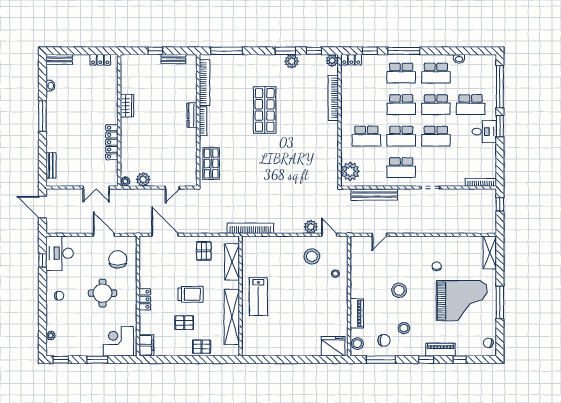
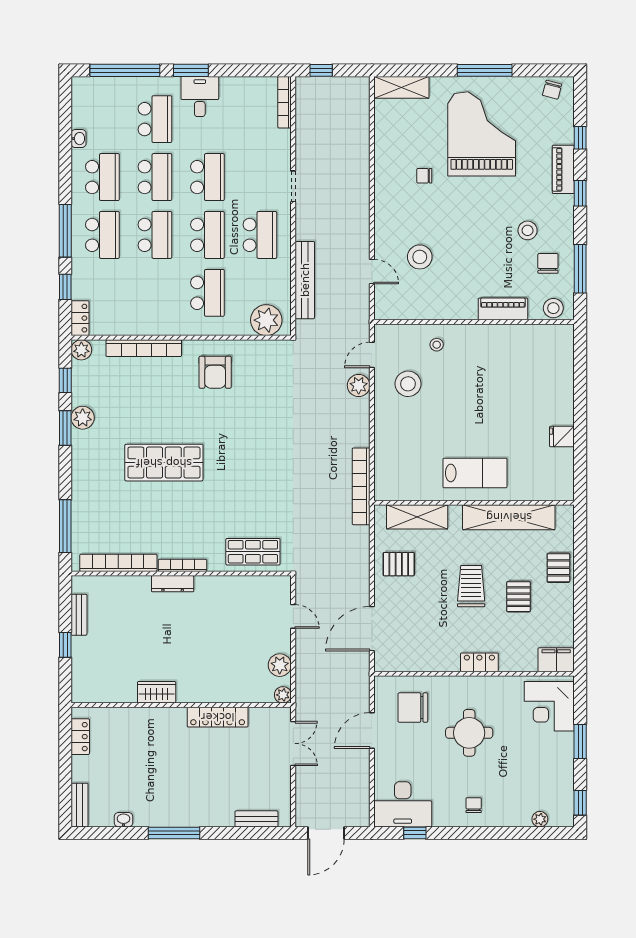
armchair: (319, 141) -> (215, 372), added
stool: (399, 290) -> (420, 257), moved
fridge: (333, 346) -> (562, 437), moved, width x0.53, depth x0.75

